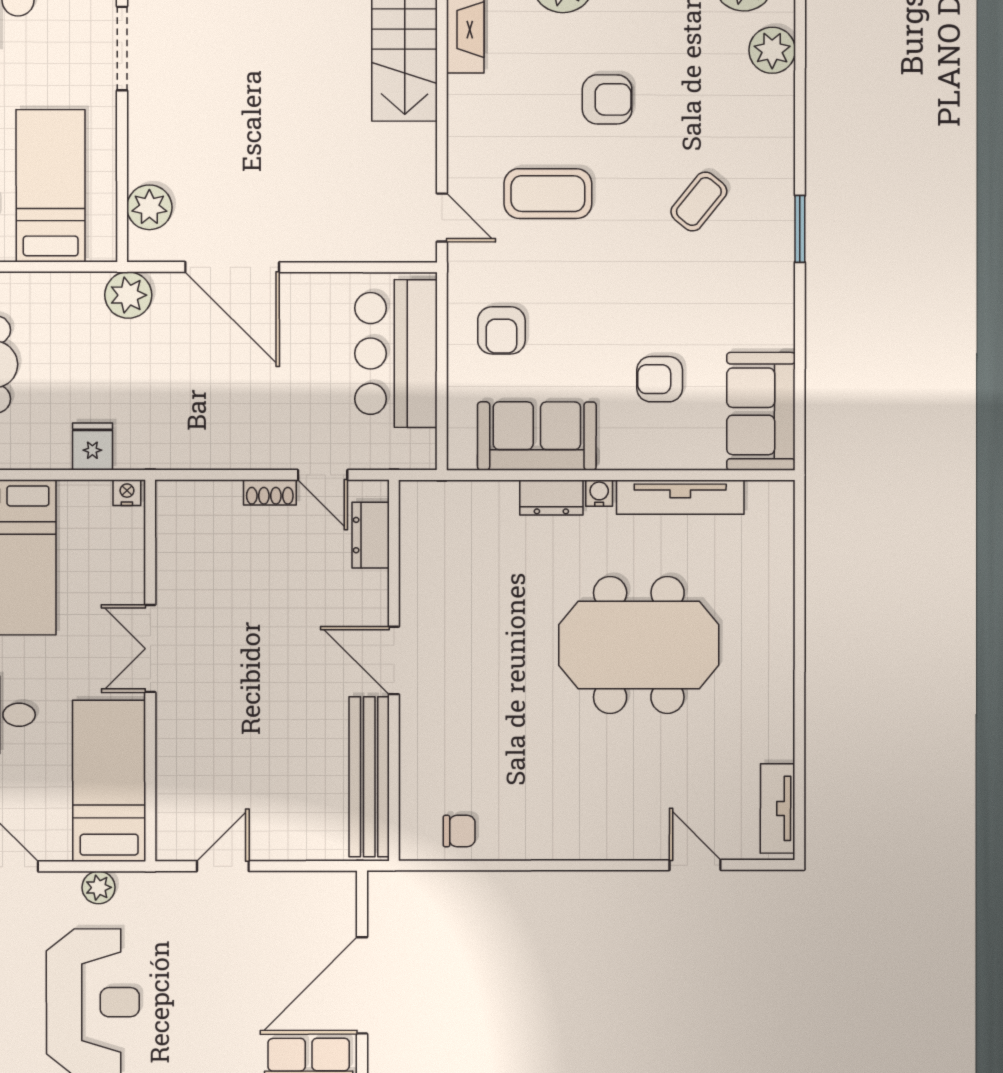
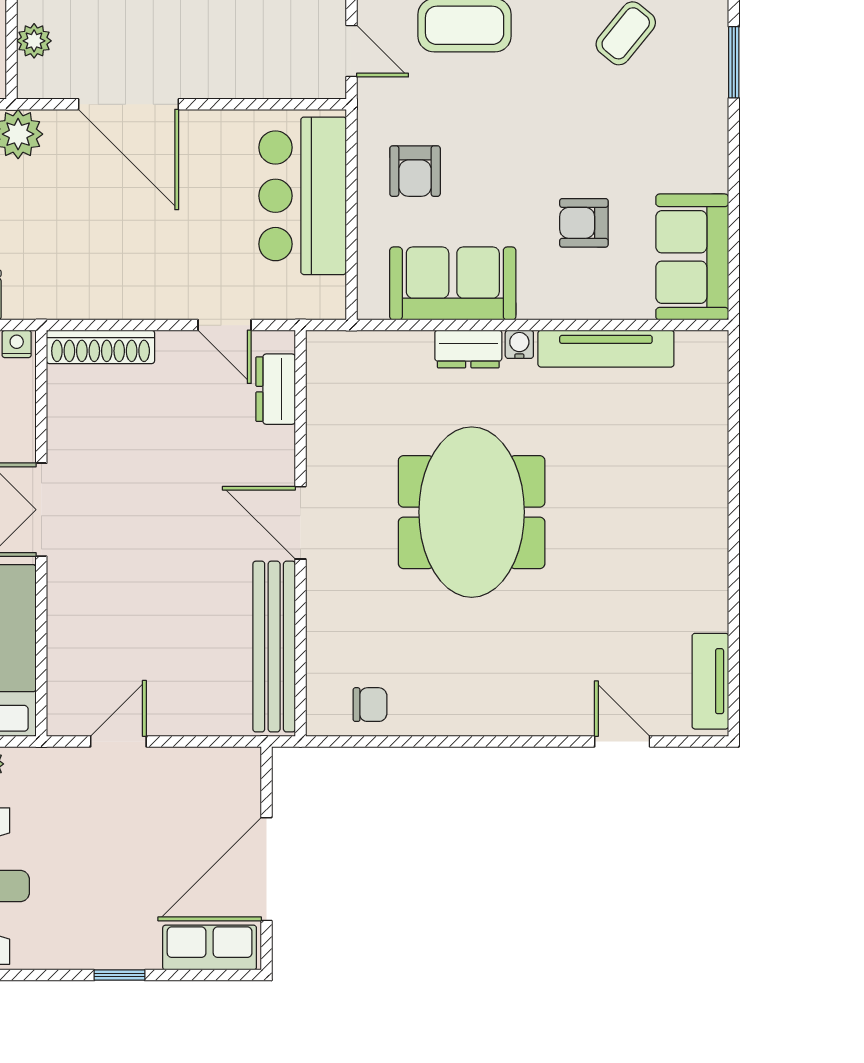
plant: (149, 207) -> (34, 41), width x0.73, depth x0.73
shoe rack: (270, 492) -> (101, 347), moved, width x1.94, depth x1.24
meeting table: (639, 645) -> (472, 512), moved, turned 90

